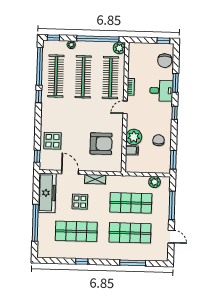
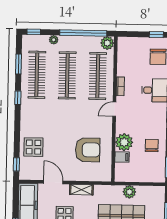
window: (40, 66) -> (19, 64), width x0.47
plant: (155, 182) -> (129, 192), moved

